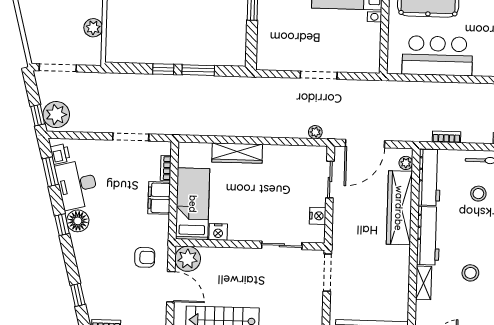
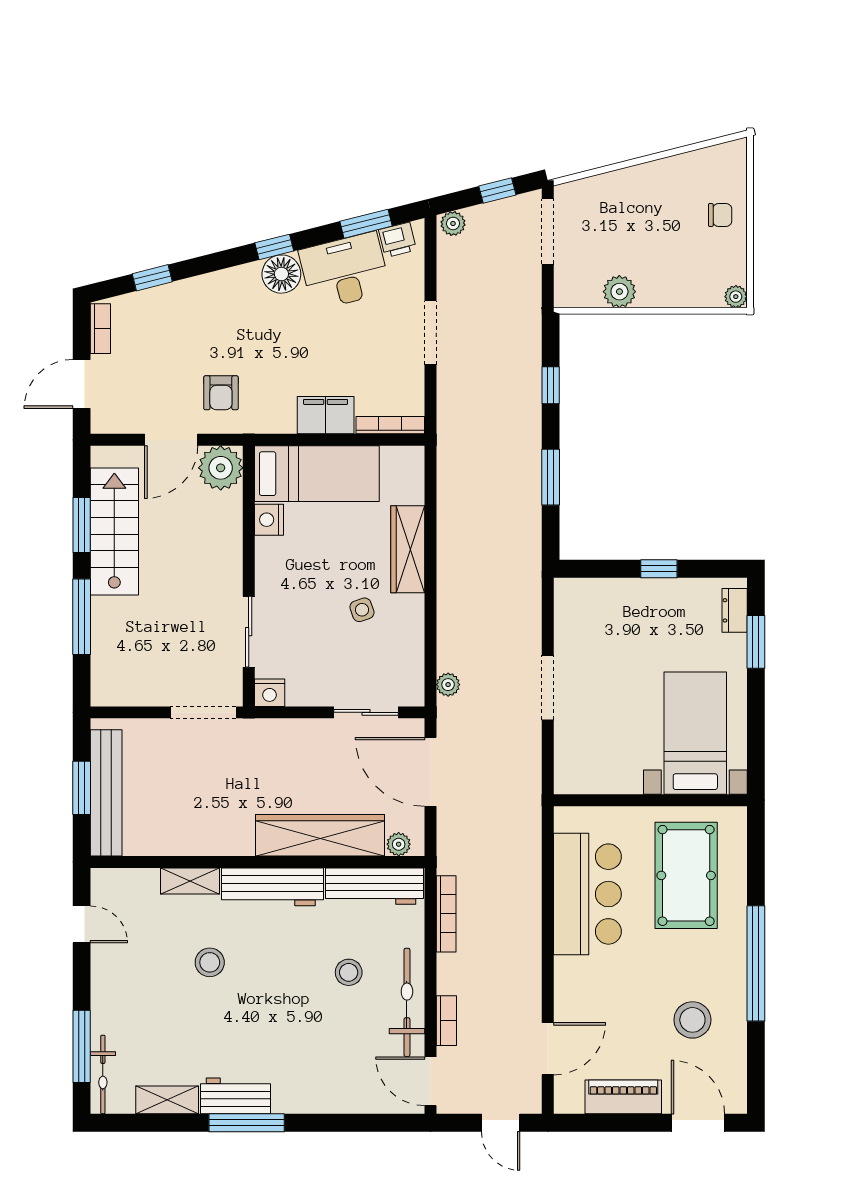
window: (163, 69) -> (551, 385), moved
window: (38, 115) -> (497, 191), moved
plant: (56, 115) -> (453, 223), width x0.53, depth x0.53
doorway: (131, 137) -> (430, 333), moved
bookcase: (446, 137) -> (446, 914), width x1.56
bookcase: (166, 168) -> (390, 425), width x1.56
side table: (271, 180) -> (362, 610), added
nightstand: (318, 216) -> (270, 693), moved

